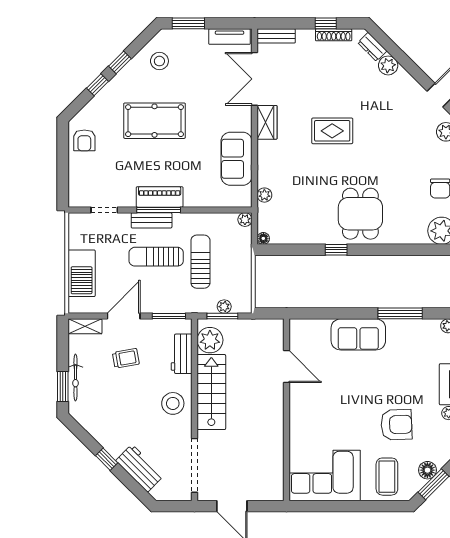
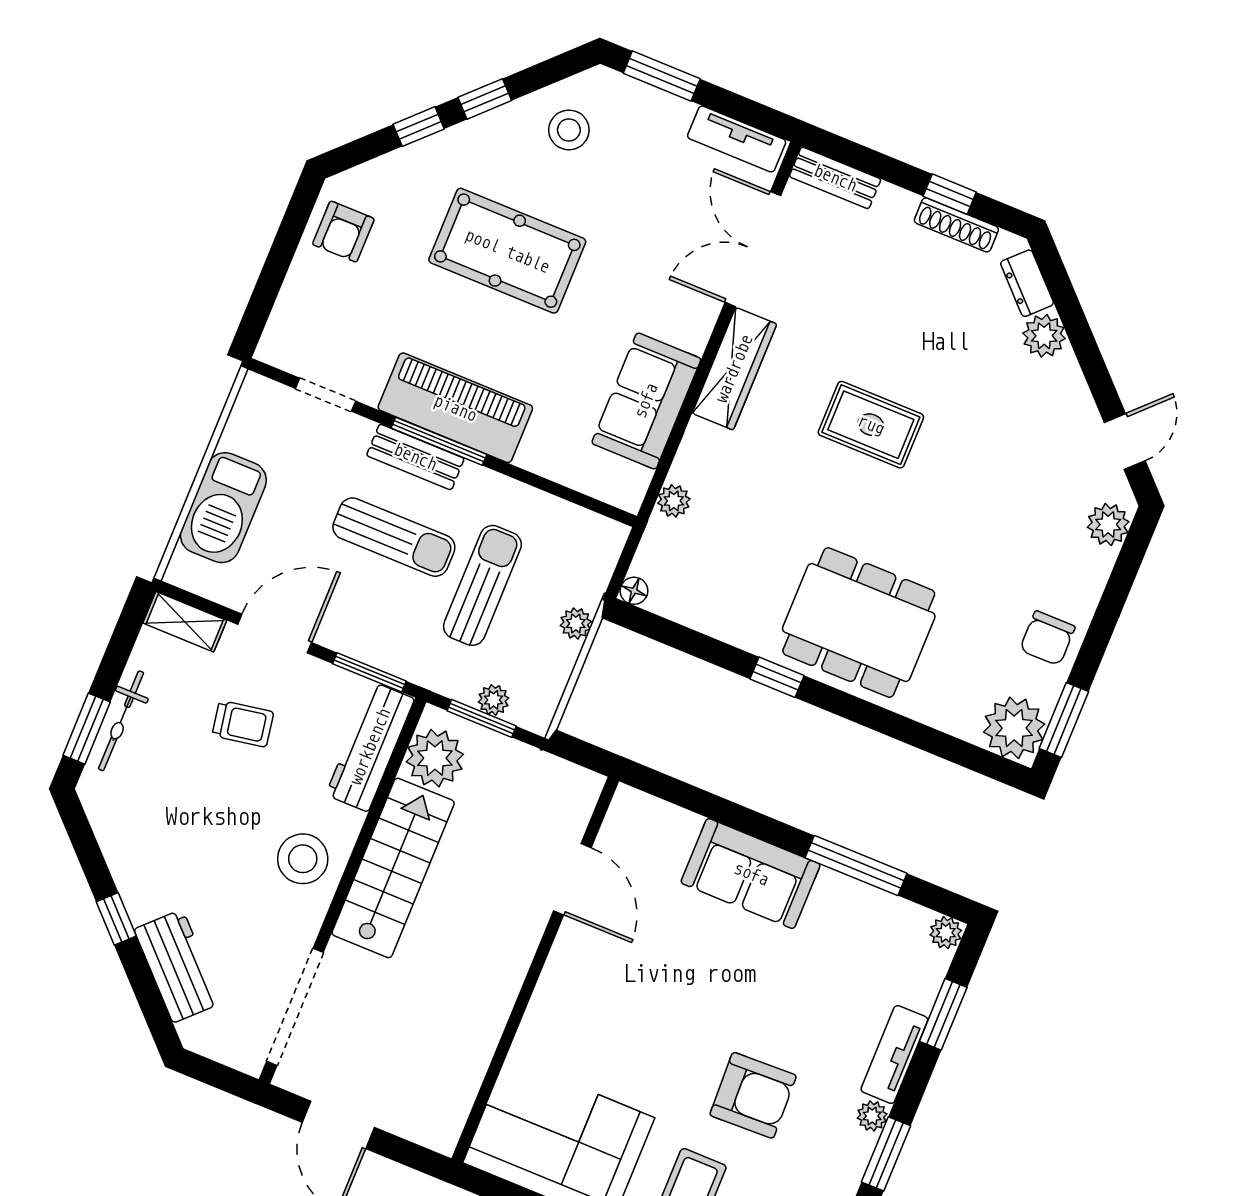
wardrobe: (267, 122) -> (734, 369), width x1.50
piano: (160, 197) -> (455, 408), width x1.37, depth x1.33
dining table: (360, 214) -> (859, 622), width x1.38
plant: (245, 220) -> (576, 623), moved
sun lounger: (156, 257) -> (394, 537), turned 180
workbench: (182, 354) -> (370, 747), width x1.37

